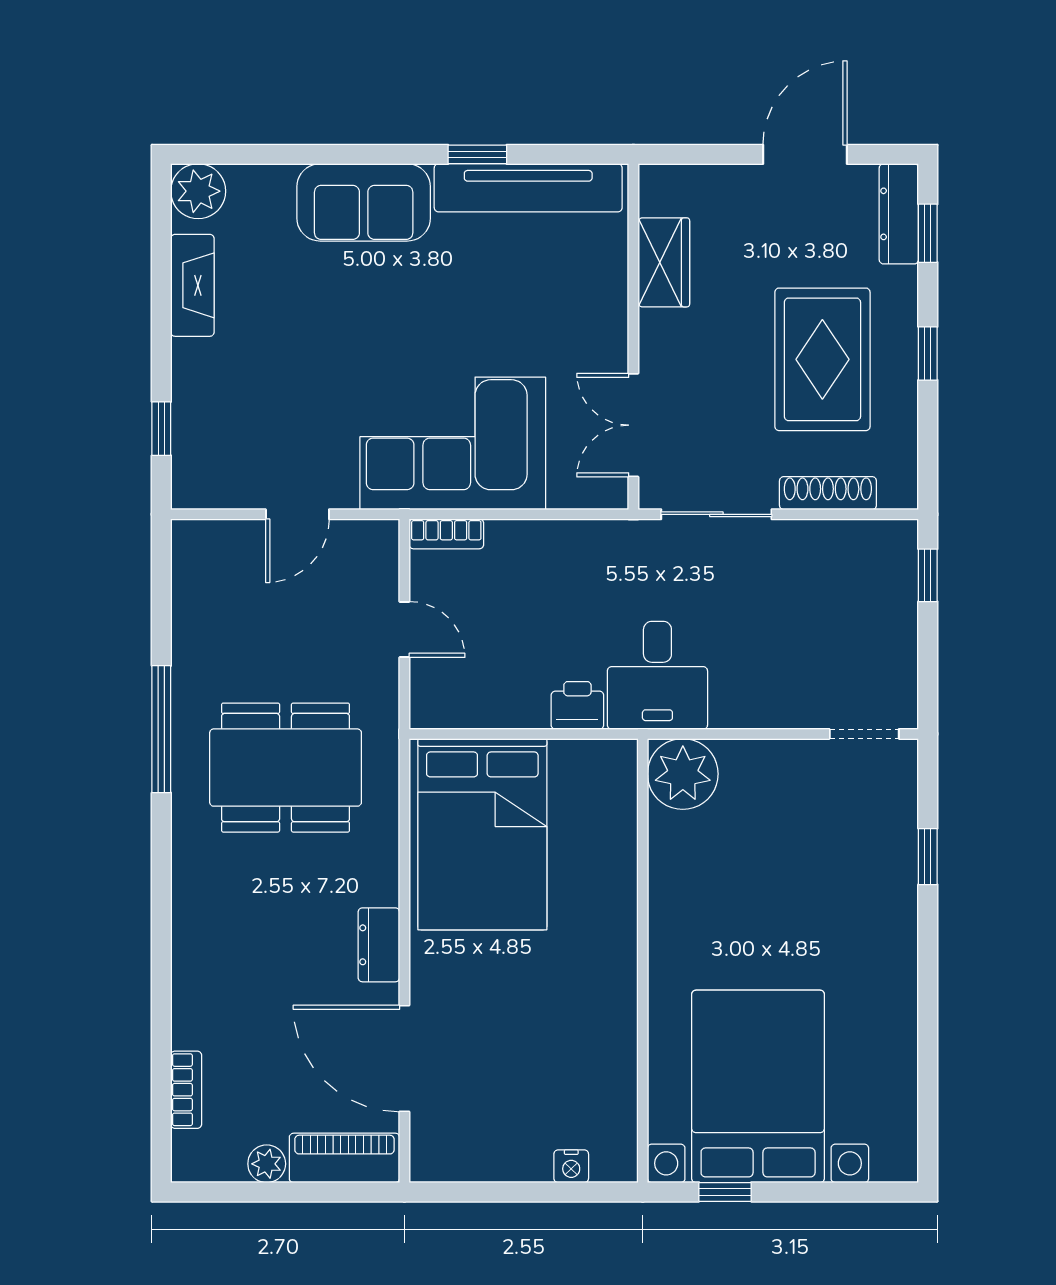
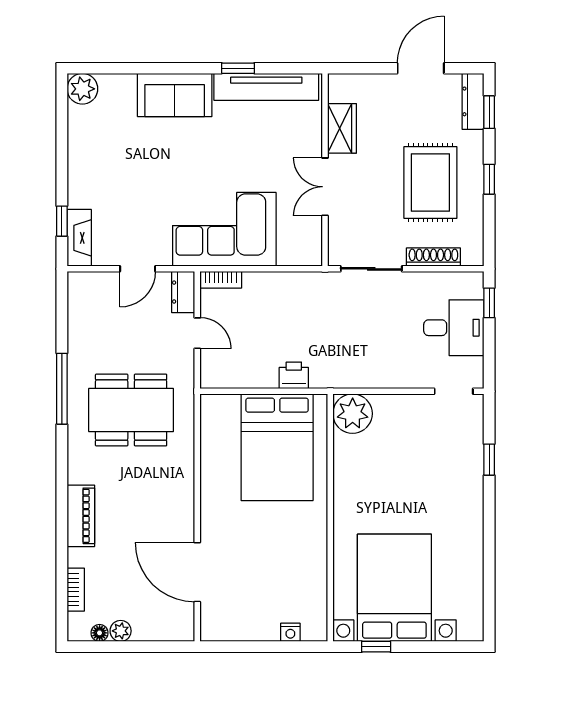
fireplace: (192, 285) -> (79, 238), moved
double door: (633, 425) -> (325, 187), moved
desk: (657, 675) -> (454, 328), moved, turned -90
bed: (482, 834) -> (277, 447), moved
dresser: (379, 945) -> (183, 292), moved
piano: (344, 1158) -> (81, 516), moved, turned 90
floor lamp: (229, 1167) -> (100, 633), added

